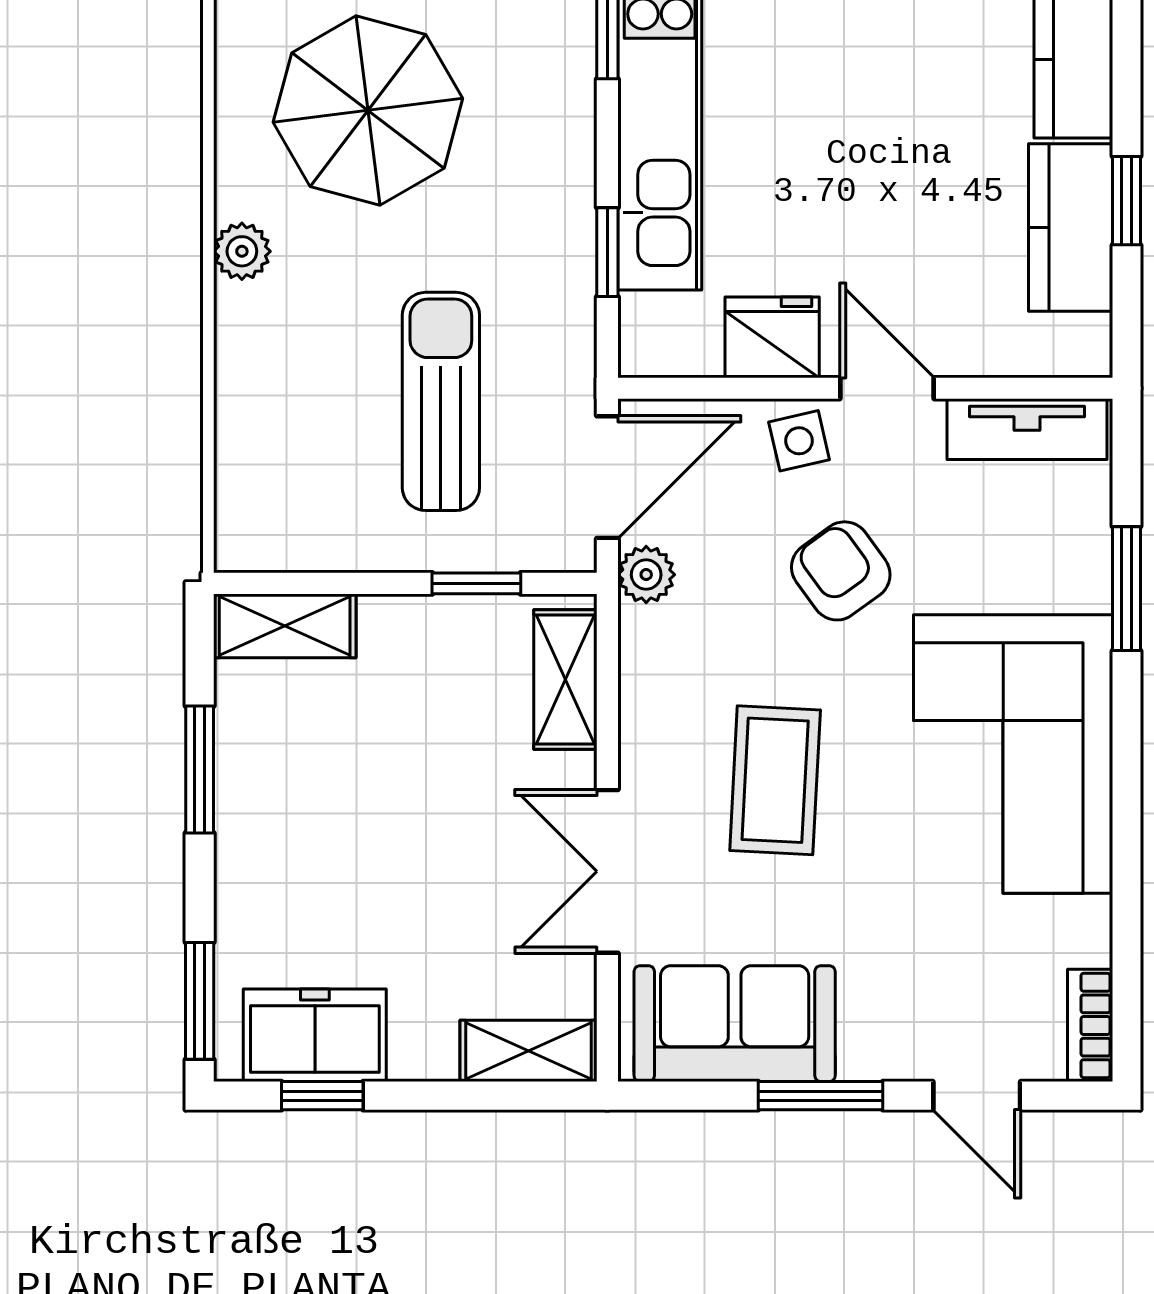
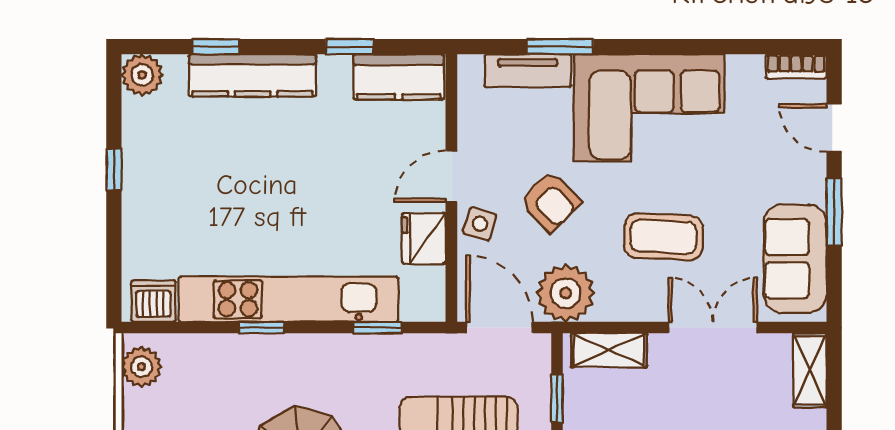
kitchen counter: (1071, 227) -> (399, 77), moved
tv unit: (1027, 429) -> (528, 71), moved, turned 90
side table: (799, 441) -> (480, 224), turned 30
armchair: (841, 571) -> (550, 201), turned -99
plant: (646, 575) -> (566, 293), width x1.88, depth x1.88
double door: (607, 871) -> (713, 328), swing flipped
door: (977, 1096) -> (834, 128), swing flipped

